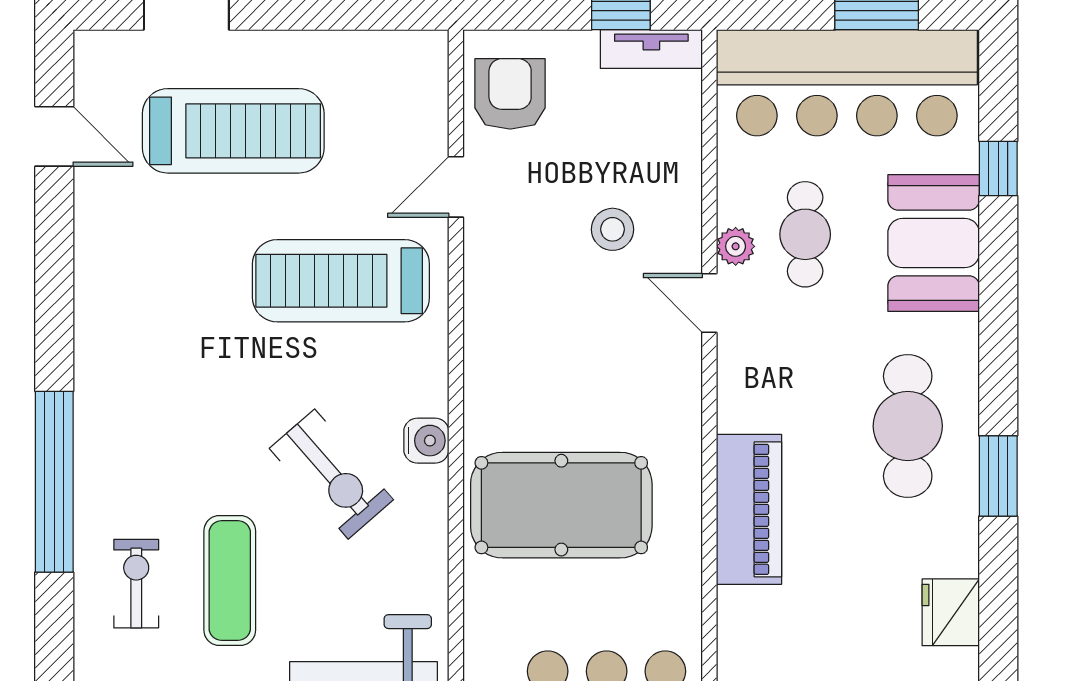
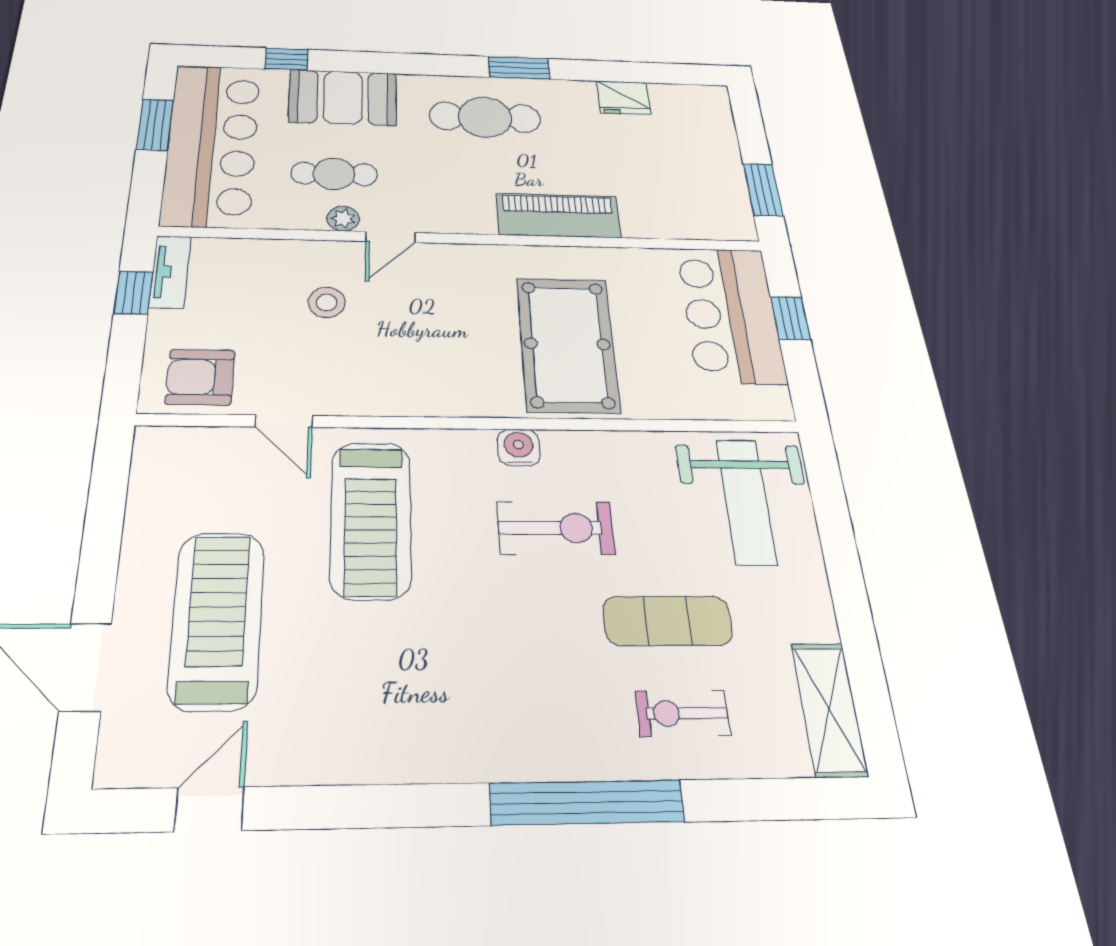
exercise bike: (331, 474) -> (556, 528), turned 41

